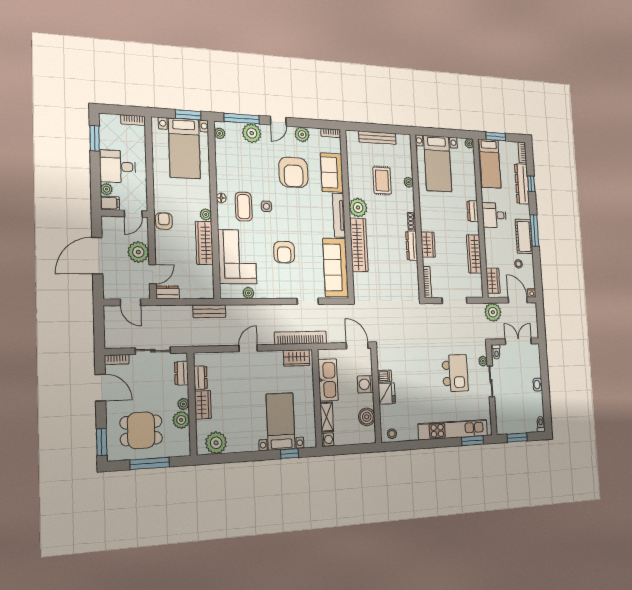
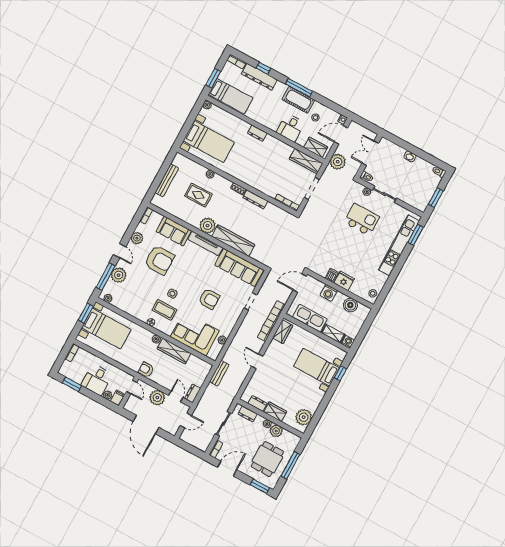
desk: (494, 215) -> (290, 128), moved
wardrobe: (428, 245) -> (262, 186), removed
wardrobe: (474, 254) -> (306, 161), moved

